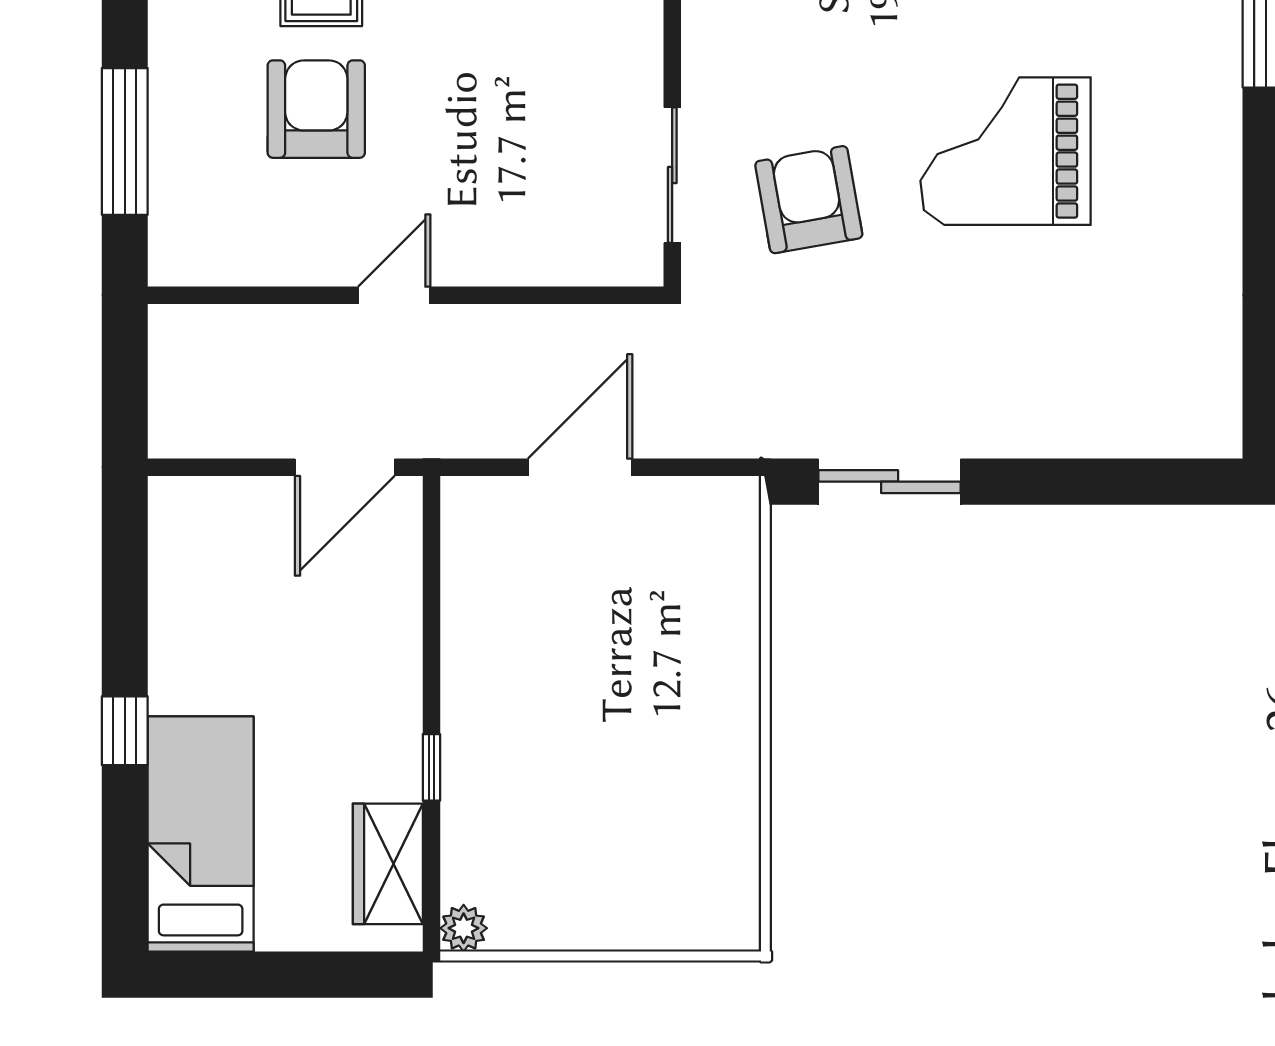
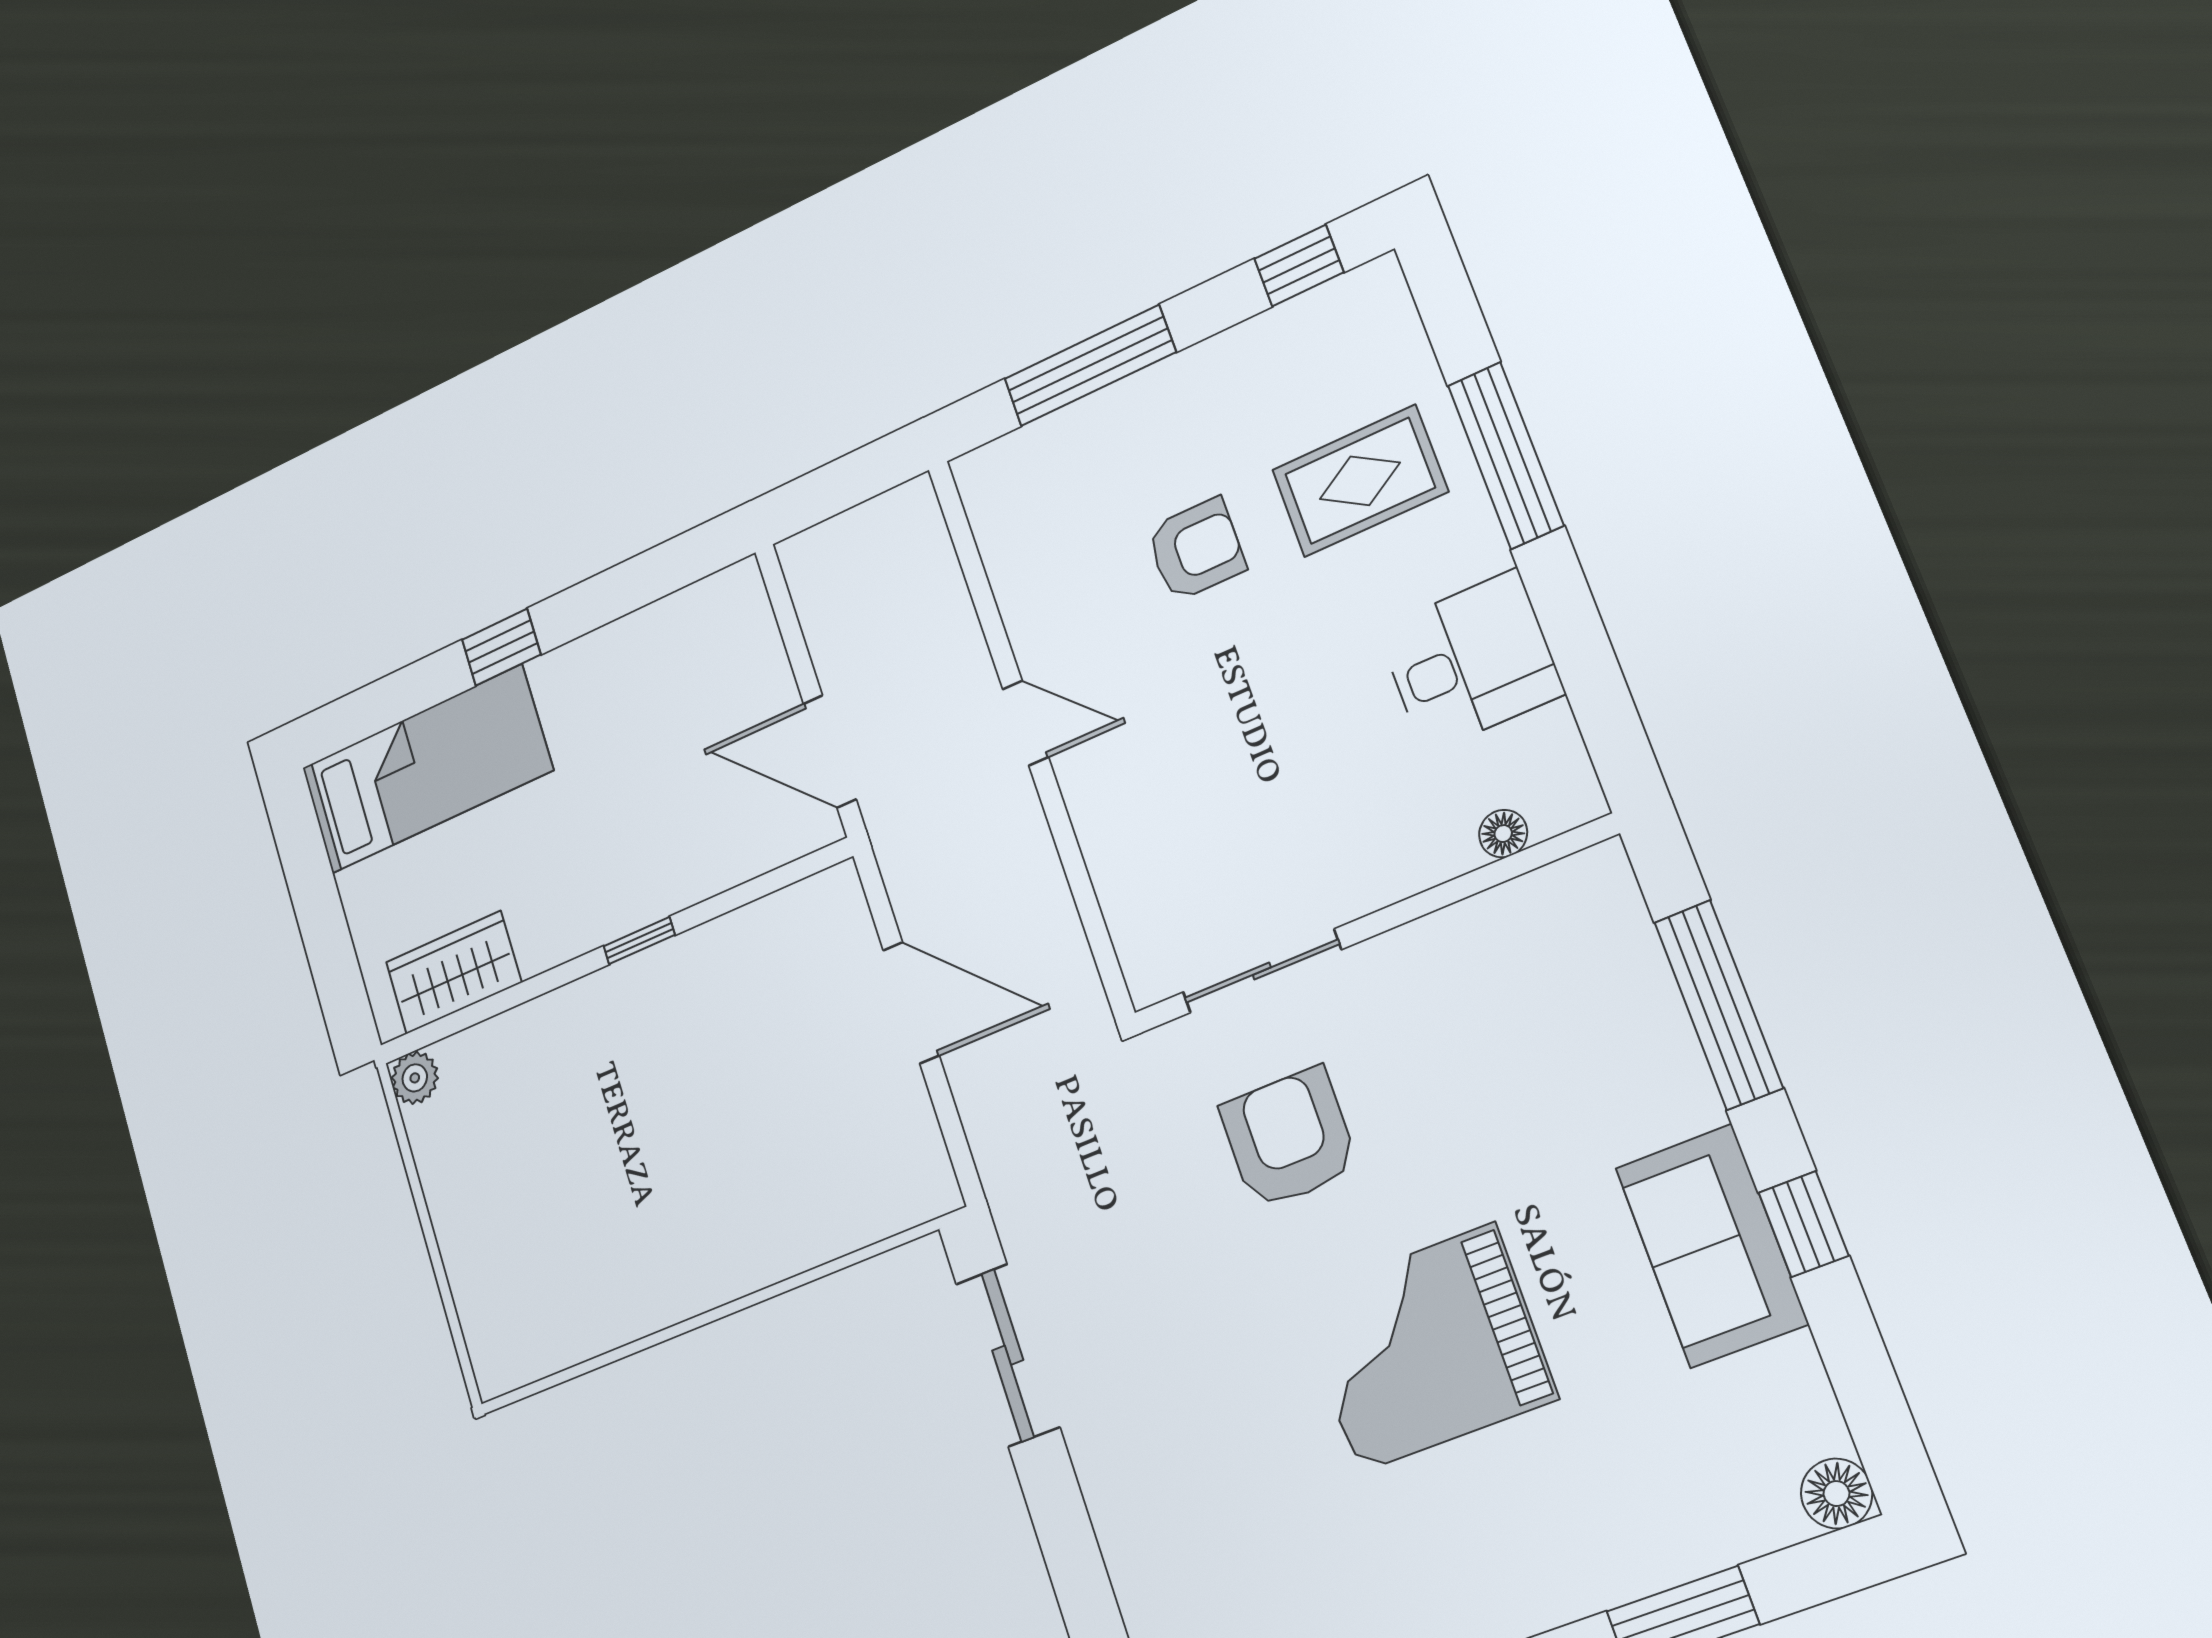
armchair: (316, 109) -> (1196, 550), width x0.72, depth x0.72
grand piano: (1006, 151) -> (1426, 1348), turned -90
armchair: (809, 200) -> (1289, 1138), turned -80
window: (431, 767) -> (639, 941), moved

